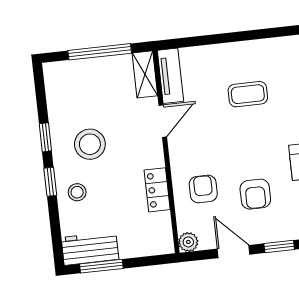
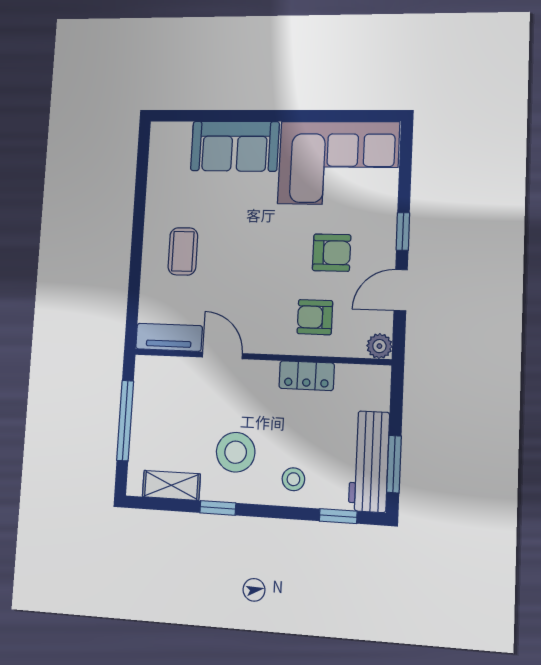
shelving: (145, 74) -> (171, 485), moved
coffee table: (248, 94) -> (183, 251), moved
window: (50, 182) -> (338, 516), moved
workbench: (90, 248) -> (369, 461), width x1.38

